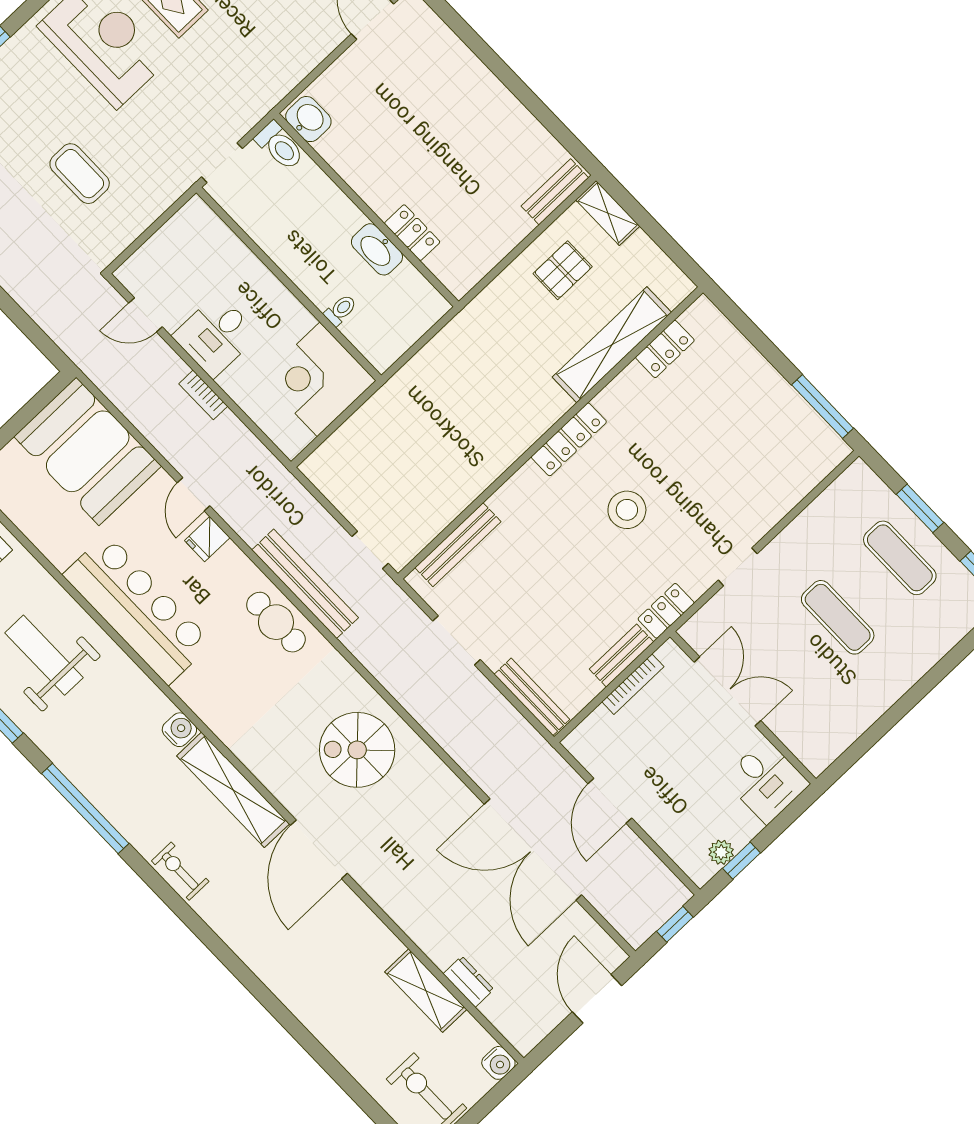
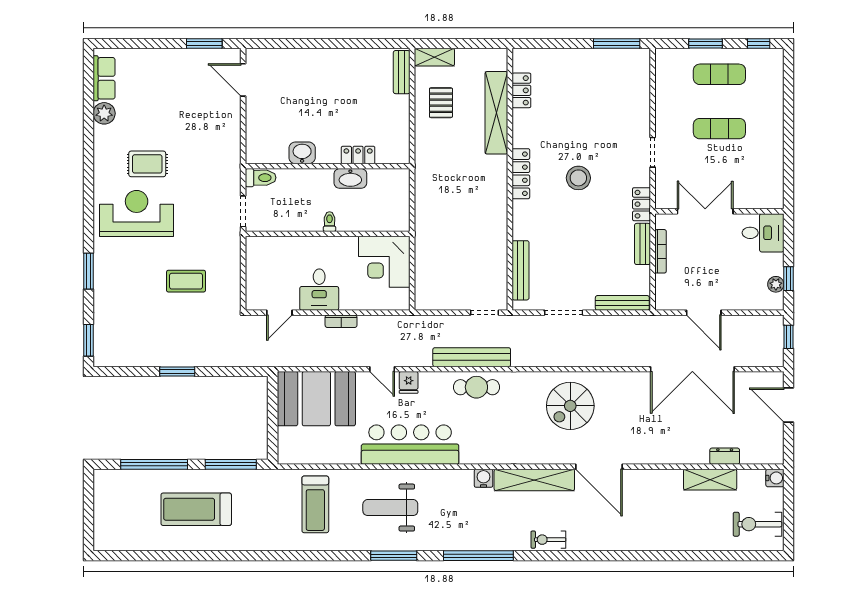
washbasin: (308, 119) -> (302, 153), moved
toilet: (340, 310) -> (330, 222), moved

